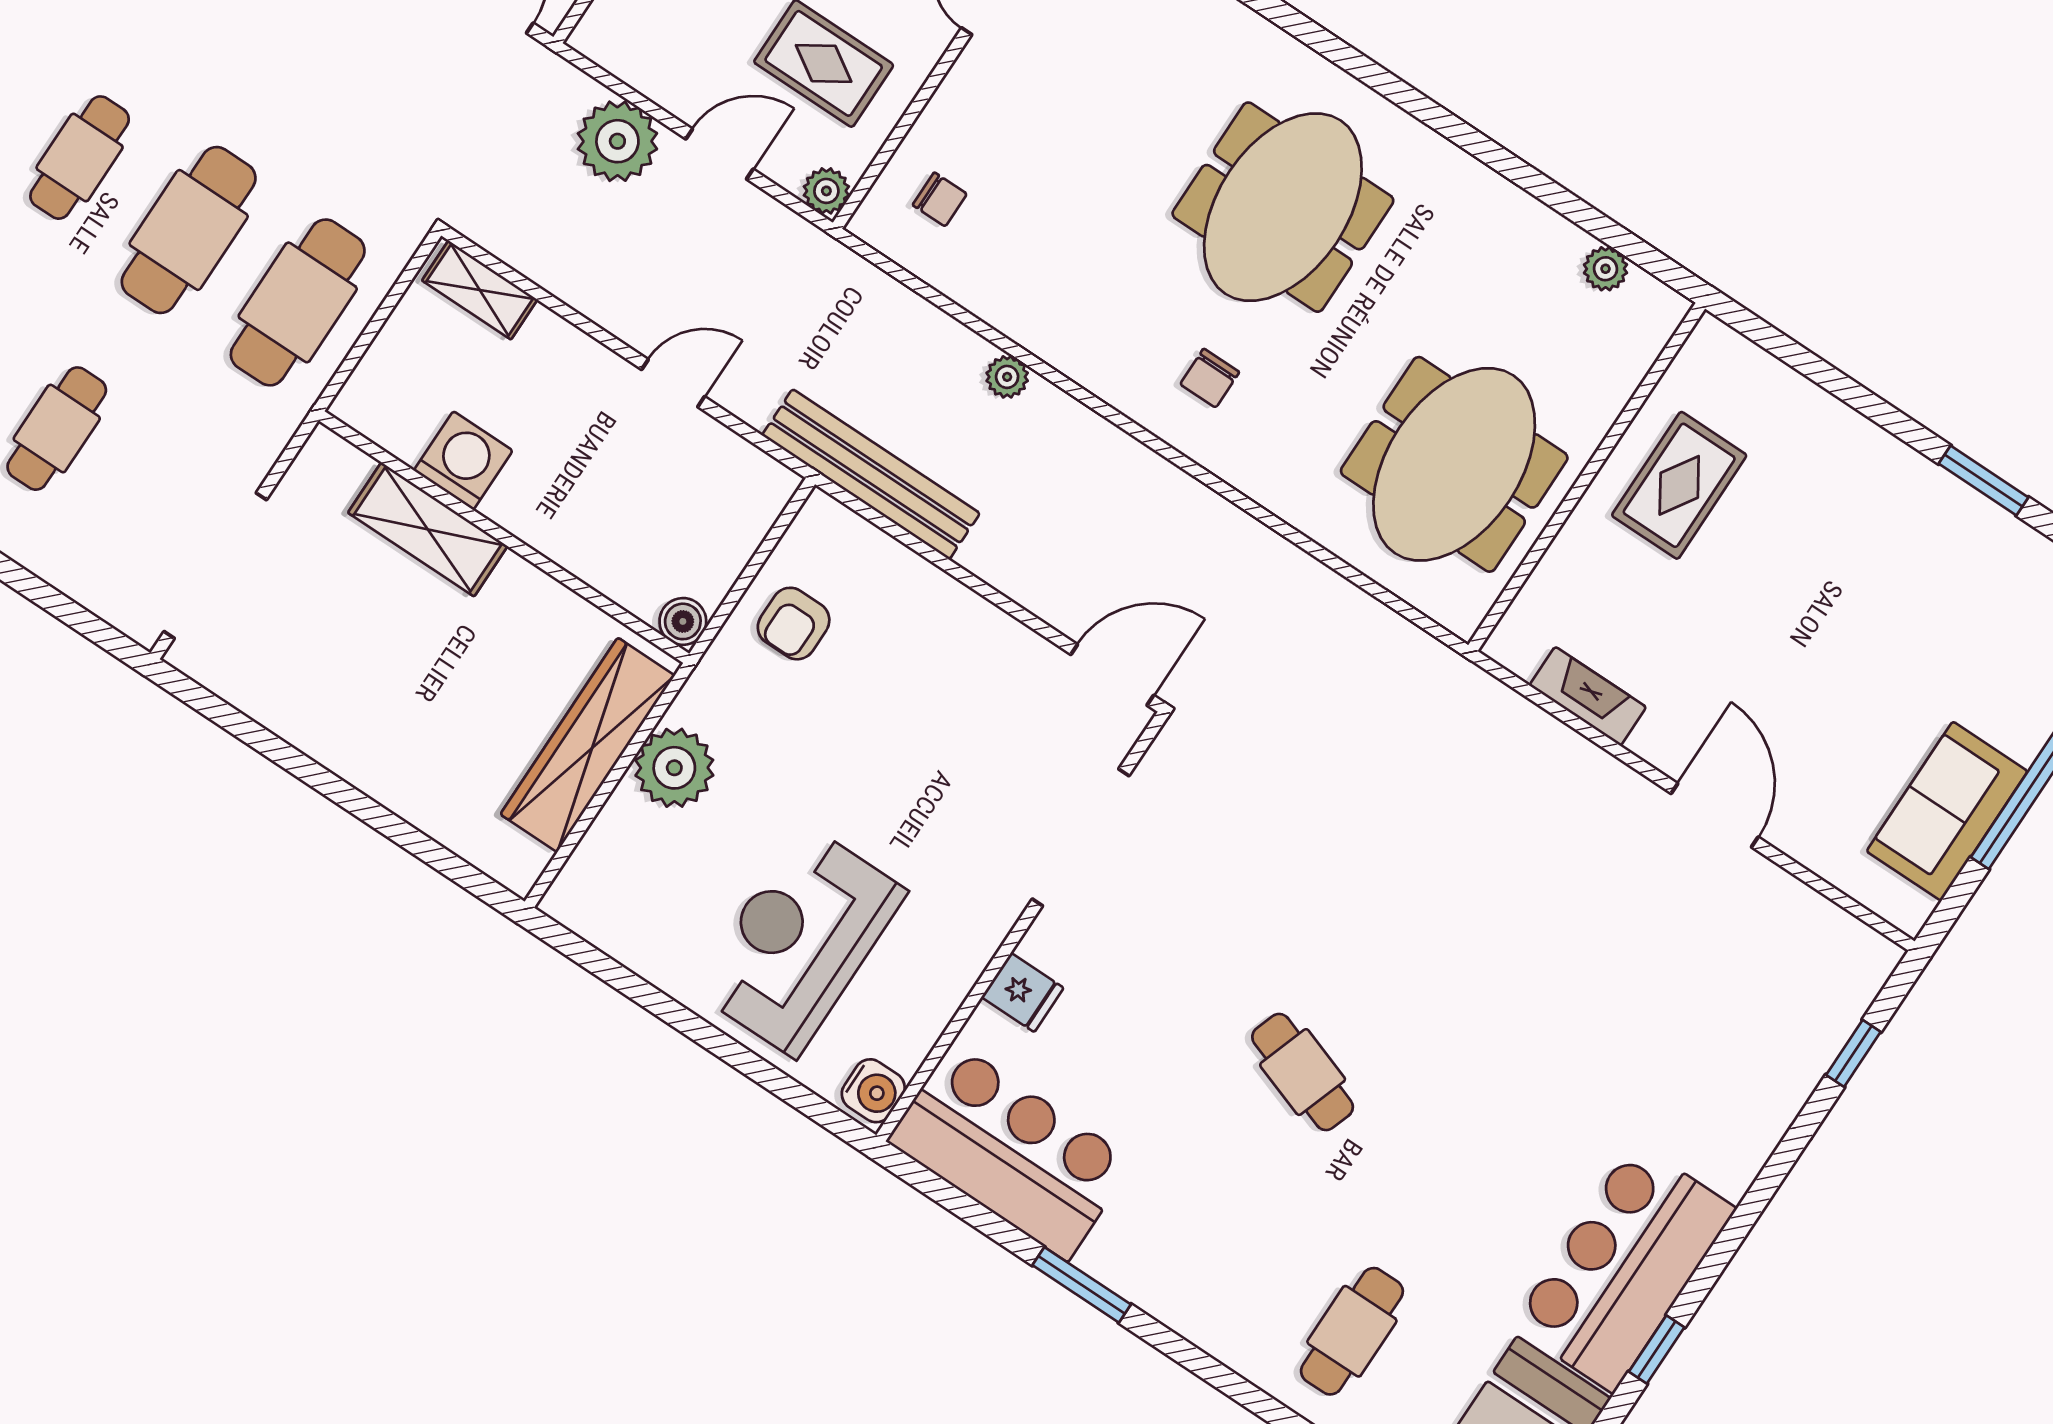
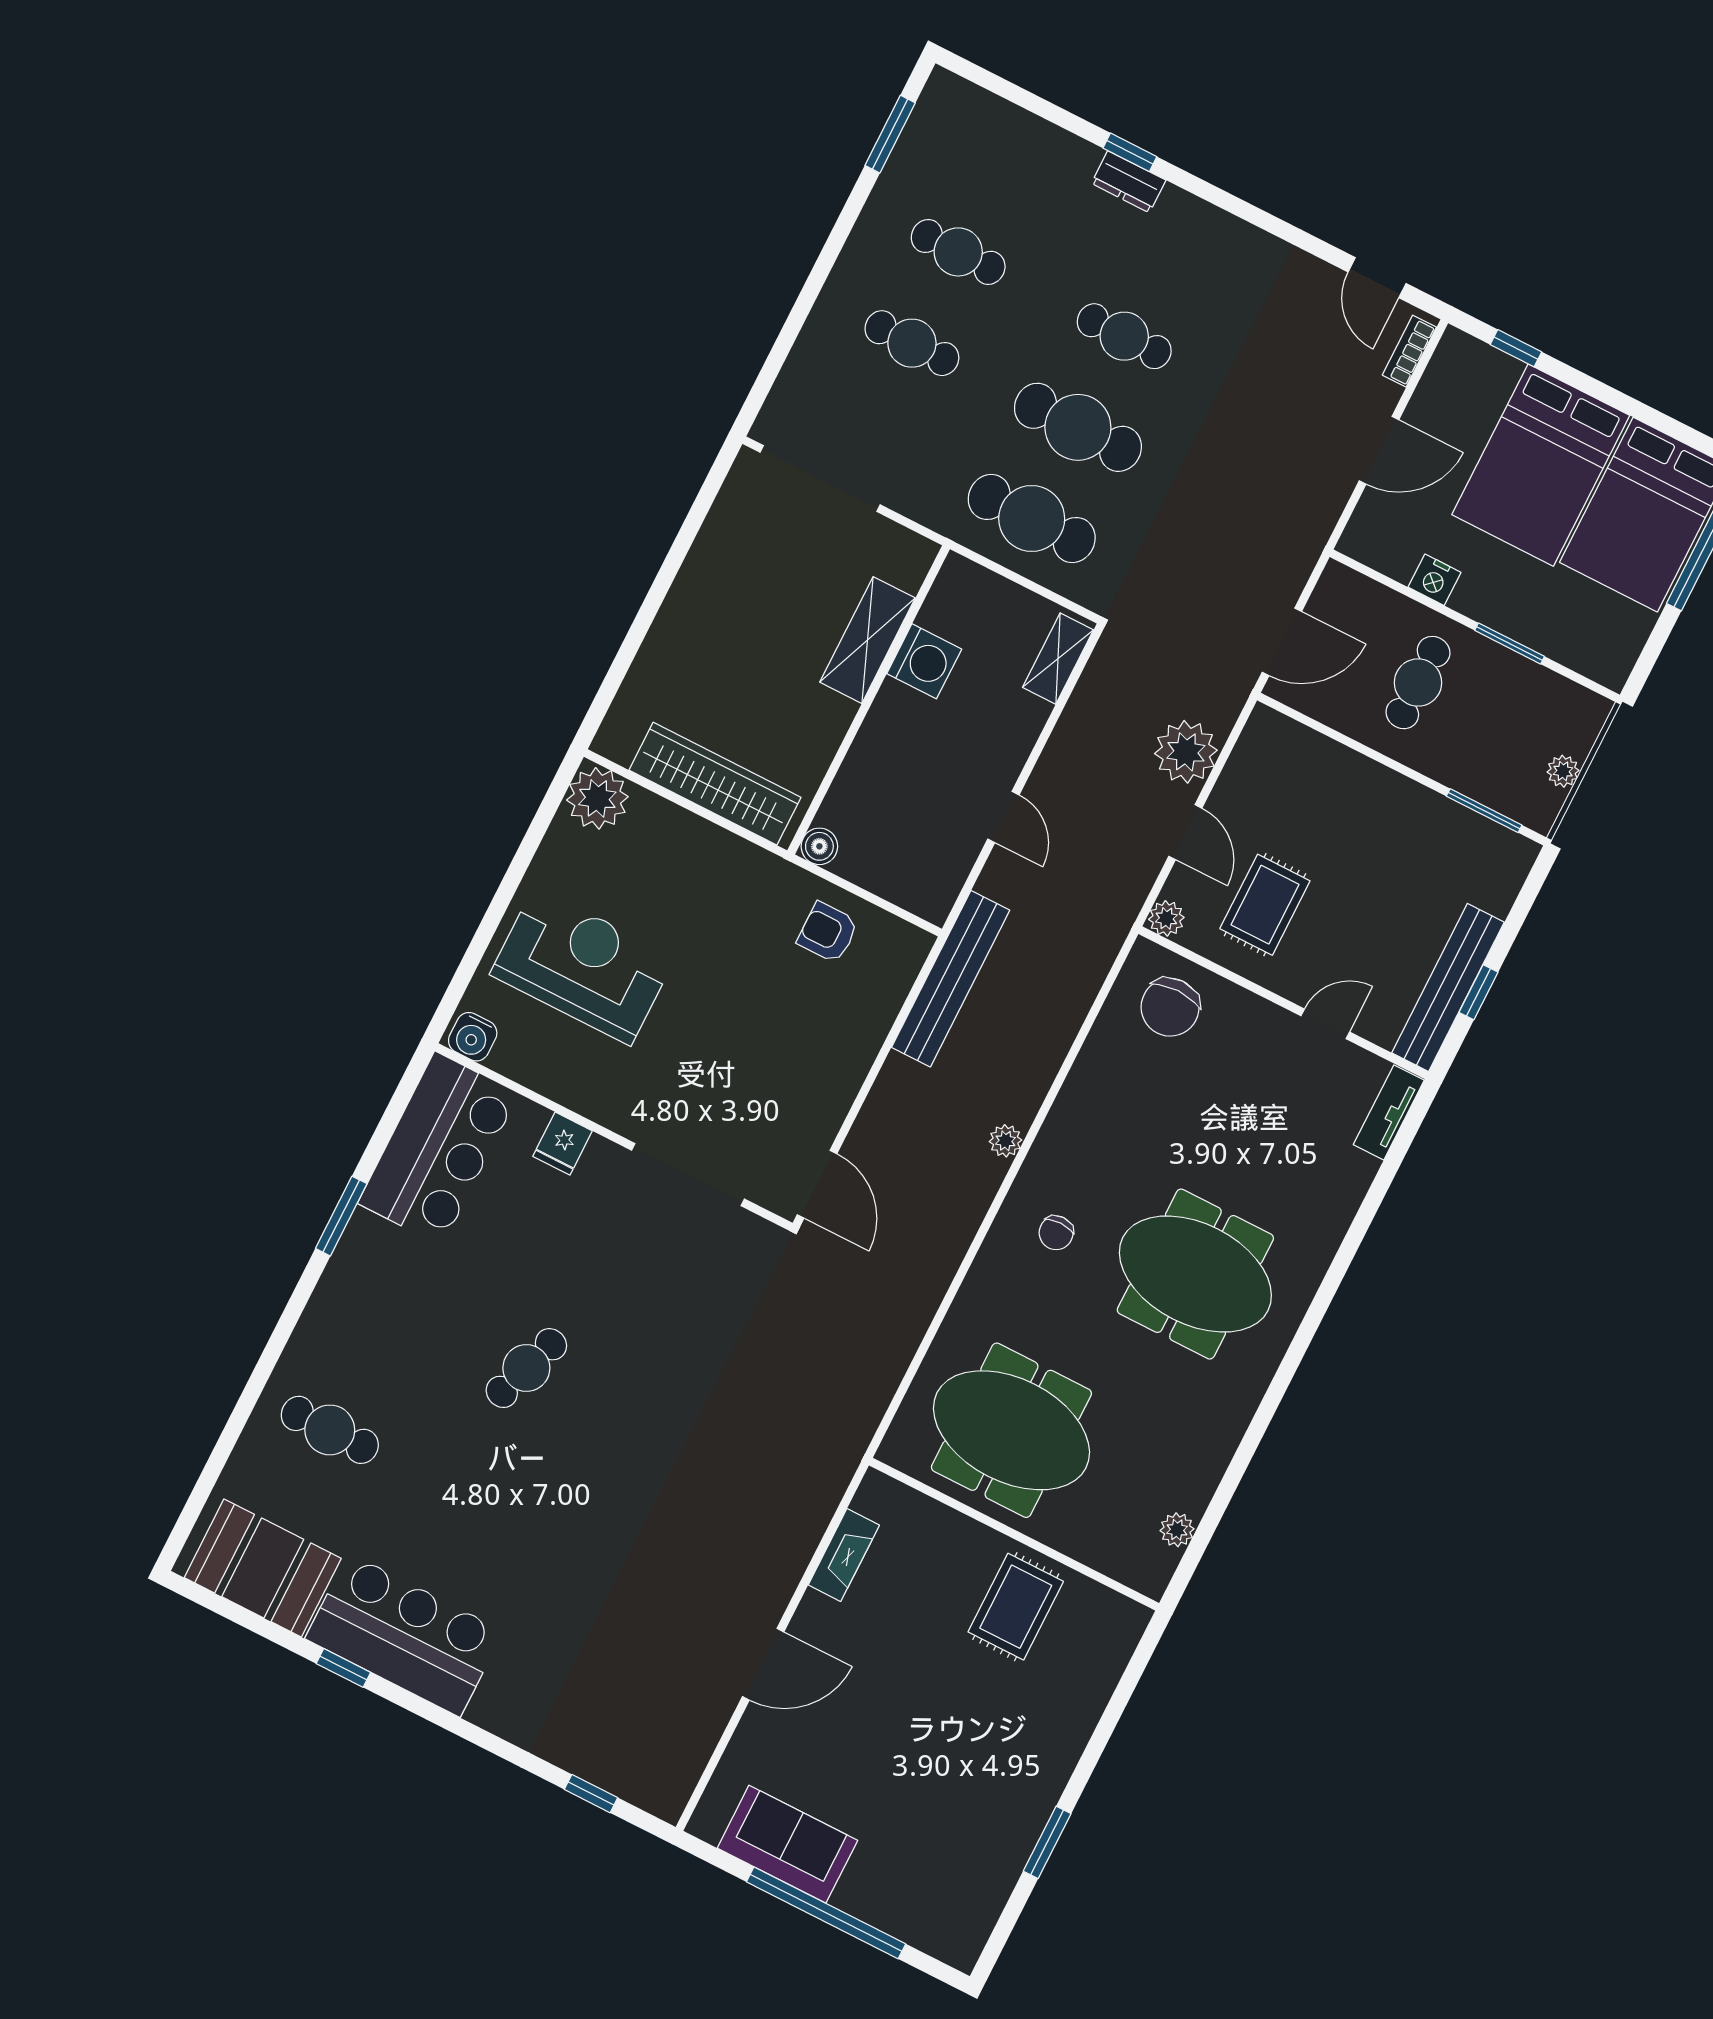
chair: (940, 199) -> (1170, 1007), width x1.87, depth x1.87
plant: (1007, 377) -> (1005, 1141), moved
chair: (1210, 378) -> (1056, 1233), turned -90
rug: (1679, 485) -> (1016, 1607), turned 90
plant: (674, 768) -> (597, 798), moved

